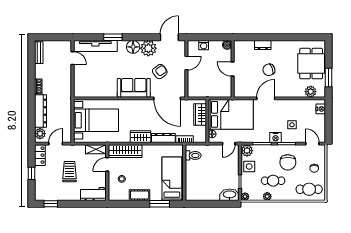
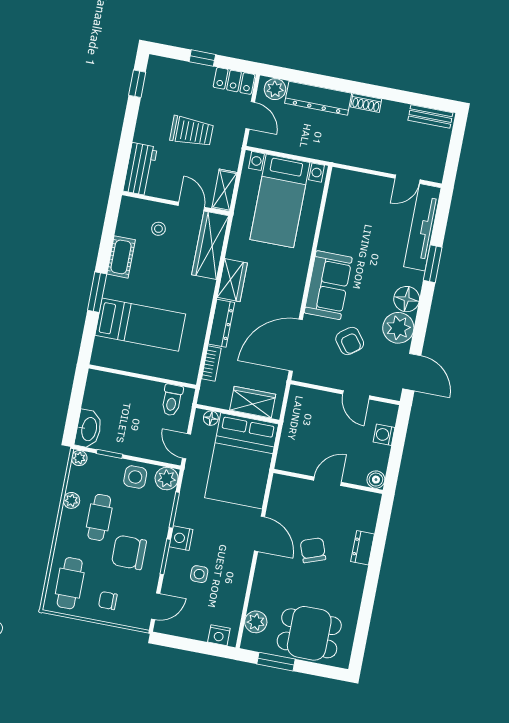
toilet: (193, 155) -> (172, 400), moved
wall: (184, 173) -> (142, 377), moved

